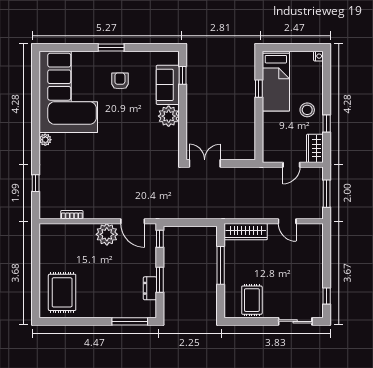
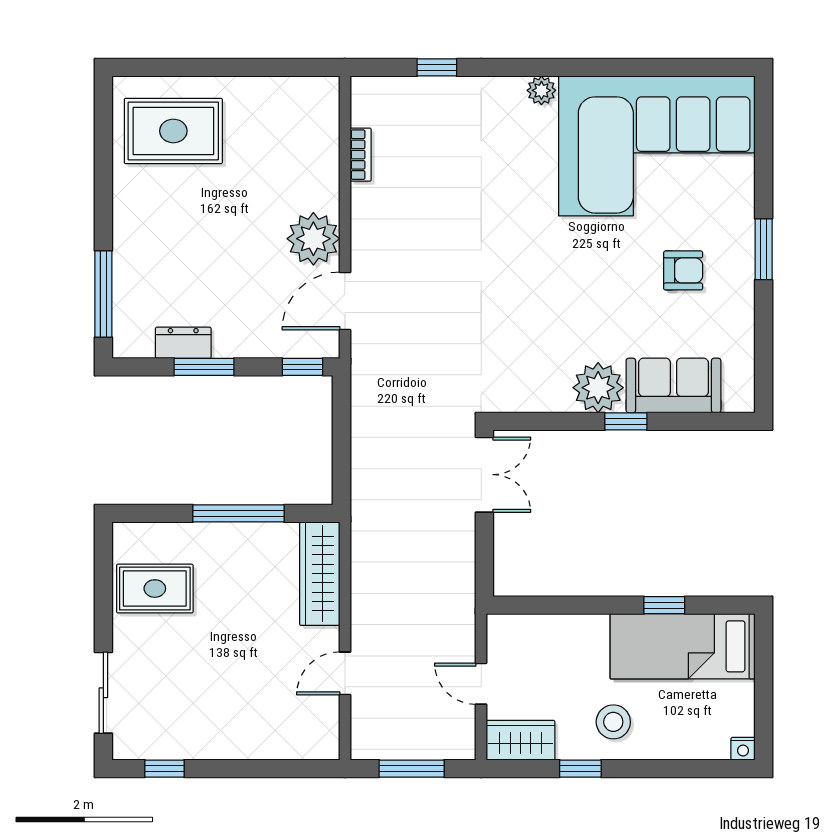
window: (183, 75) -> (626, 421), moved

